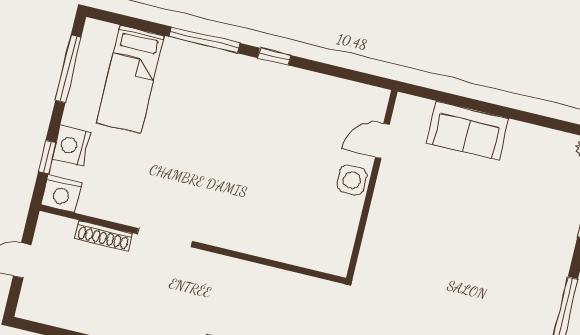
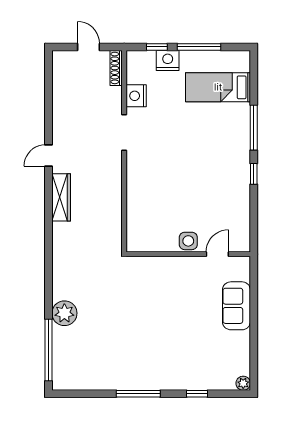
window: (68, 69) -> (199, 47), moved
door: (382, 141) -> (217, 254), hinge flipped
nightstand: (62, 194) -> (136, 96), moved
shoe rack: (104, 236) -> (116, 68), moved

